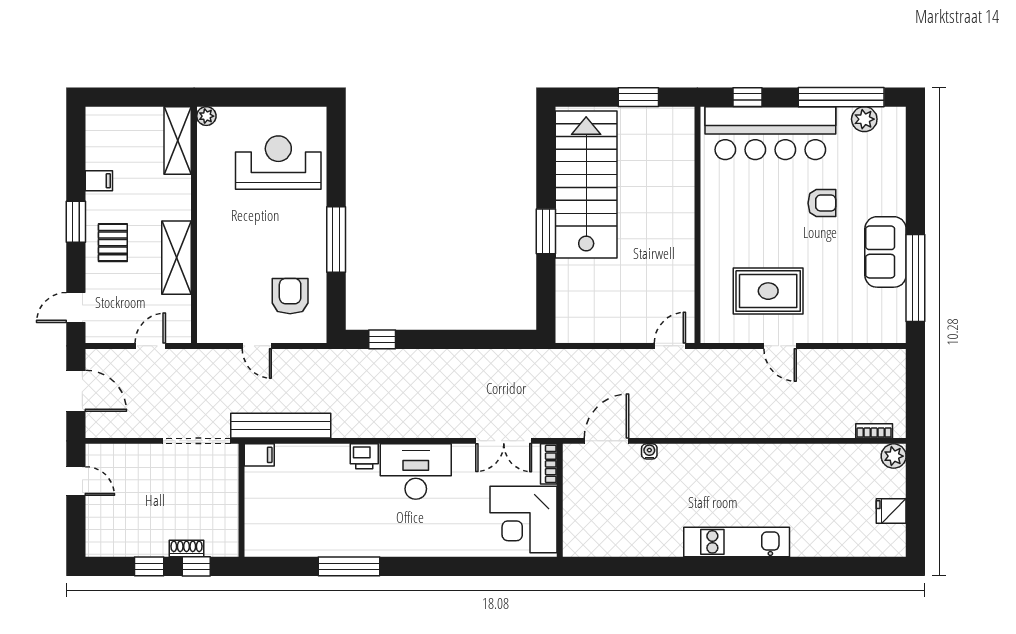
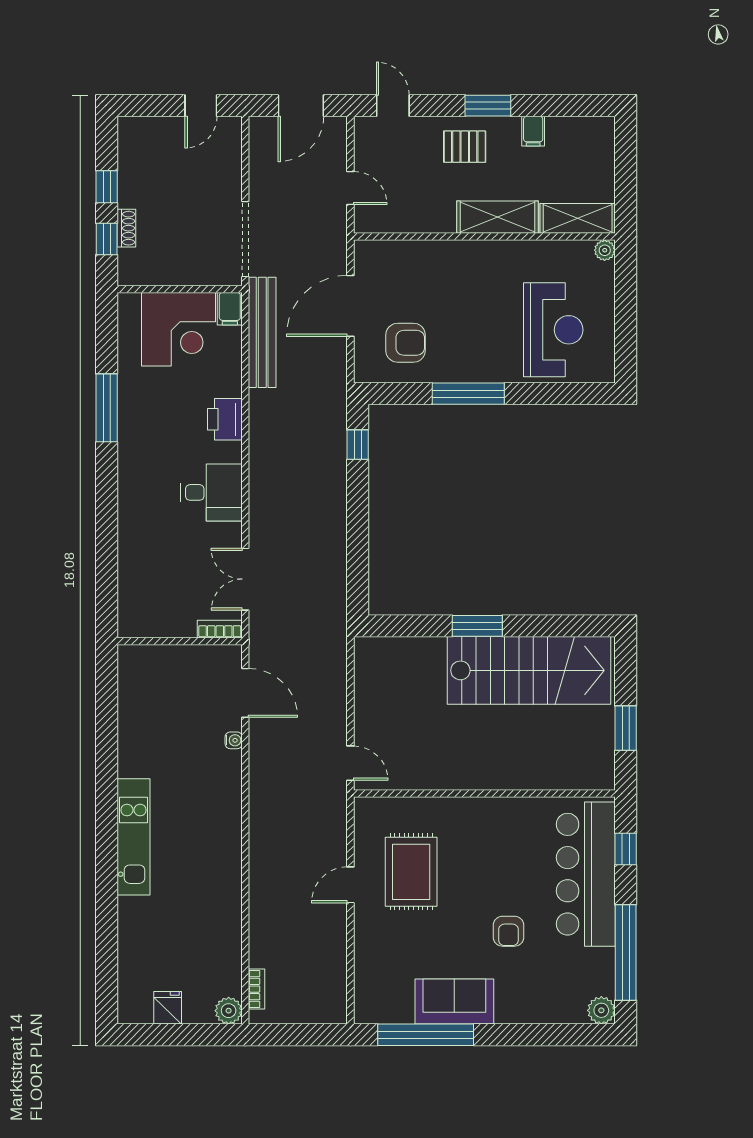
plant: (864, 119) -> (601, 1010), moved
shelving: (177, 258) -> (497, 217), moved
door: (257, 346) -> (350, 306), width x1.87
printer: (364, 456) -> (225, 419), width x1.36, depth x1.24
desk: (416, 472) -> (211, 492), width x0.73
corner desk: (524, 519) -> (178, 329), moved, turned 180

